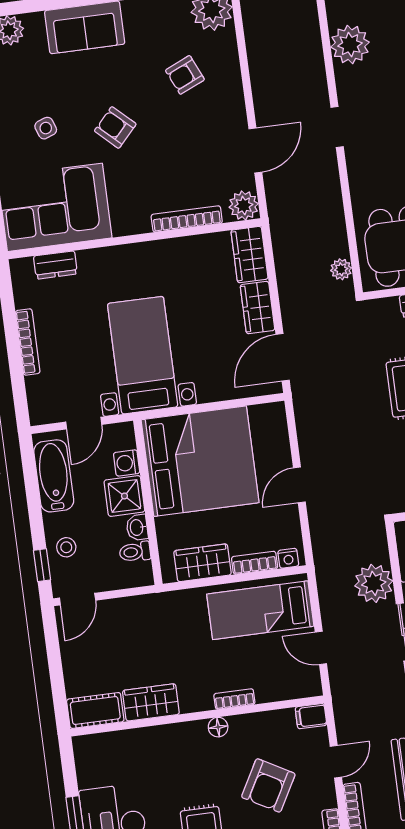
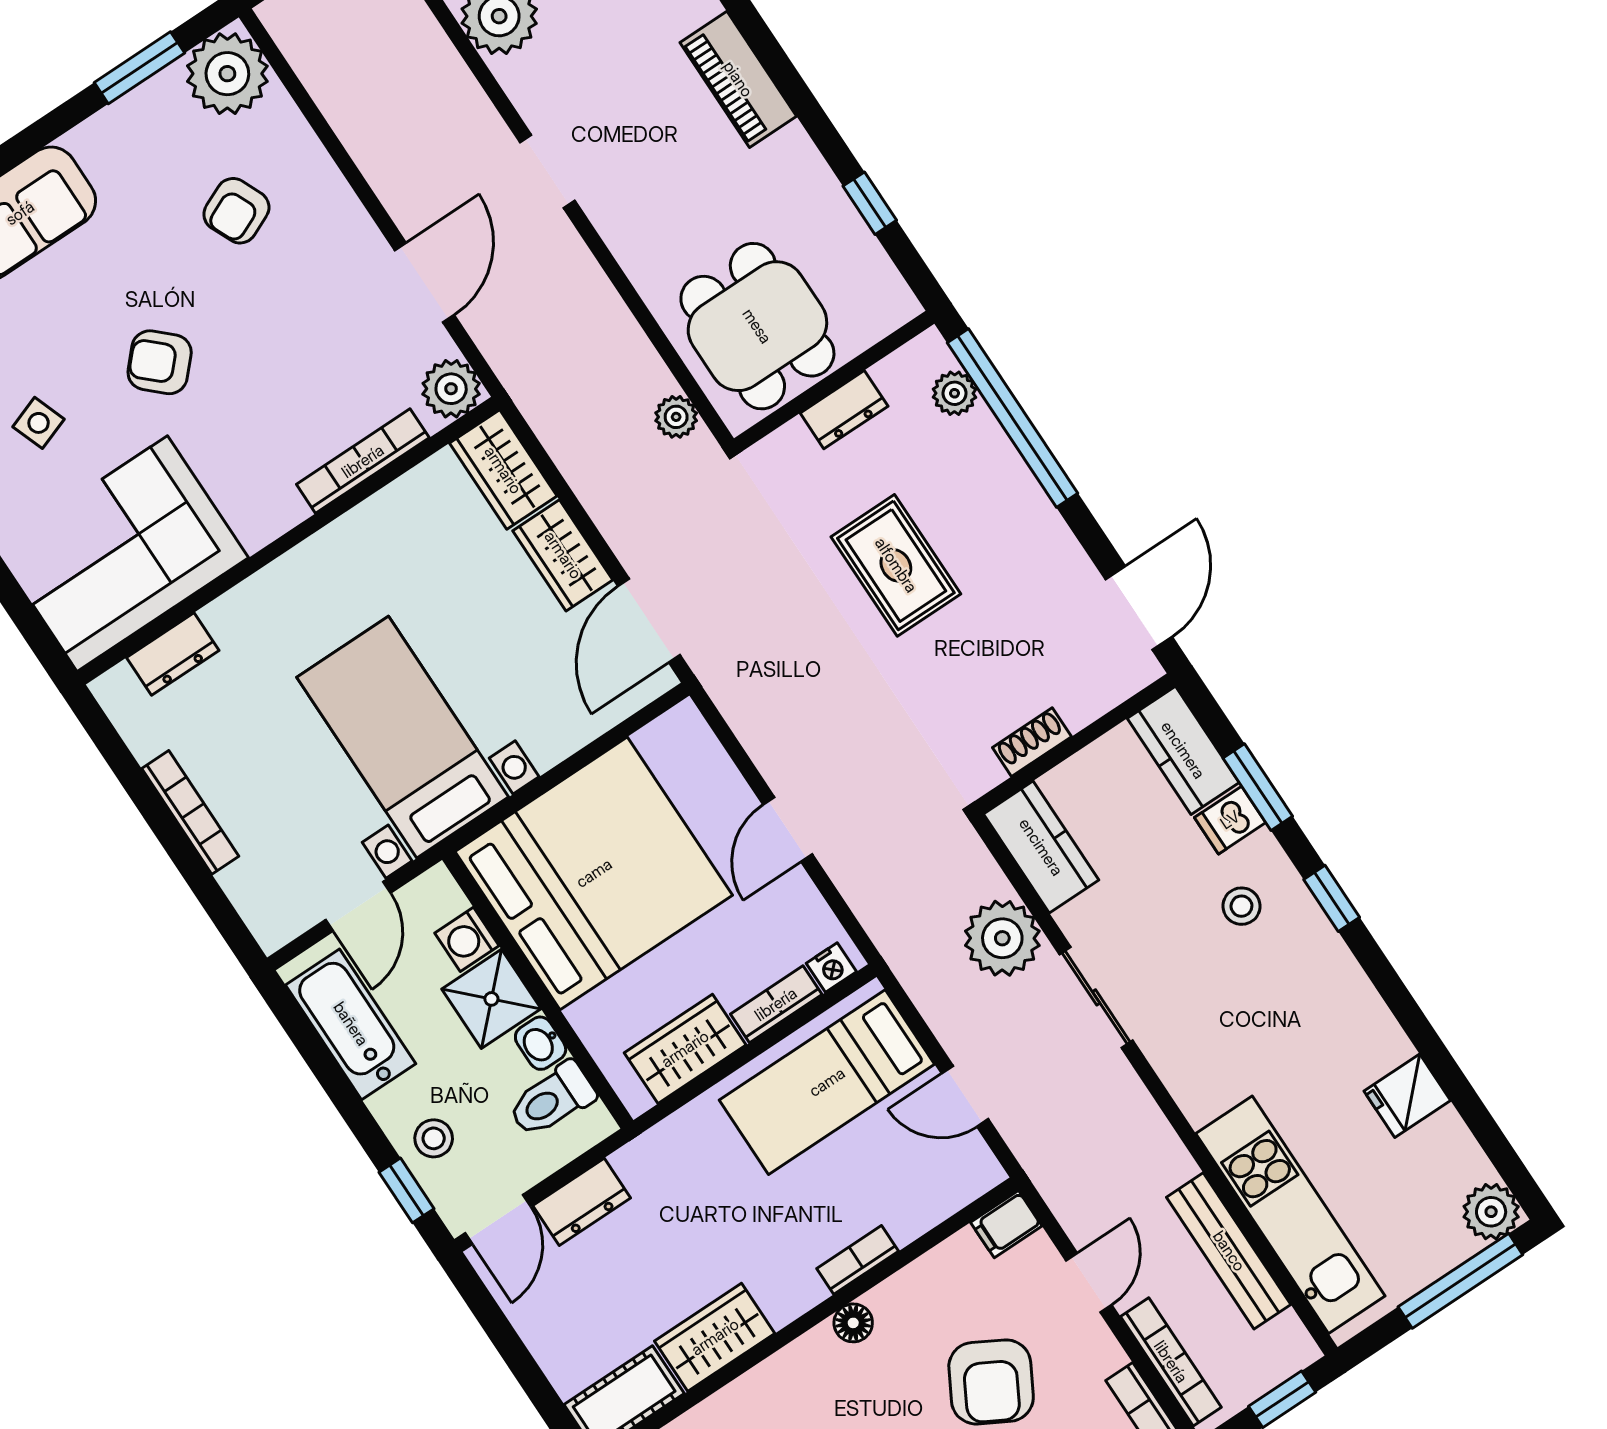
toilet: (135, 552) -> (552, 1100), width x1.37, depth x1.39
dresser: (120, 610) -> (582, 1202), added

